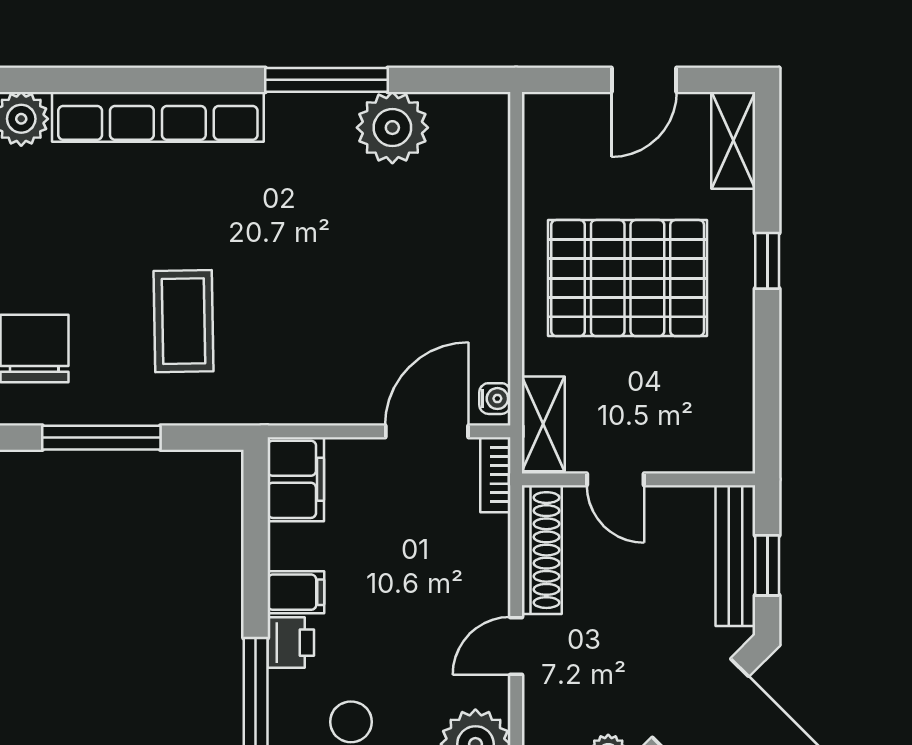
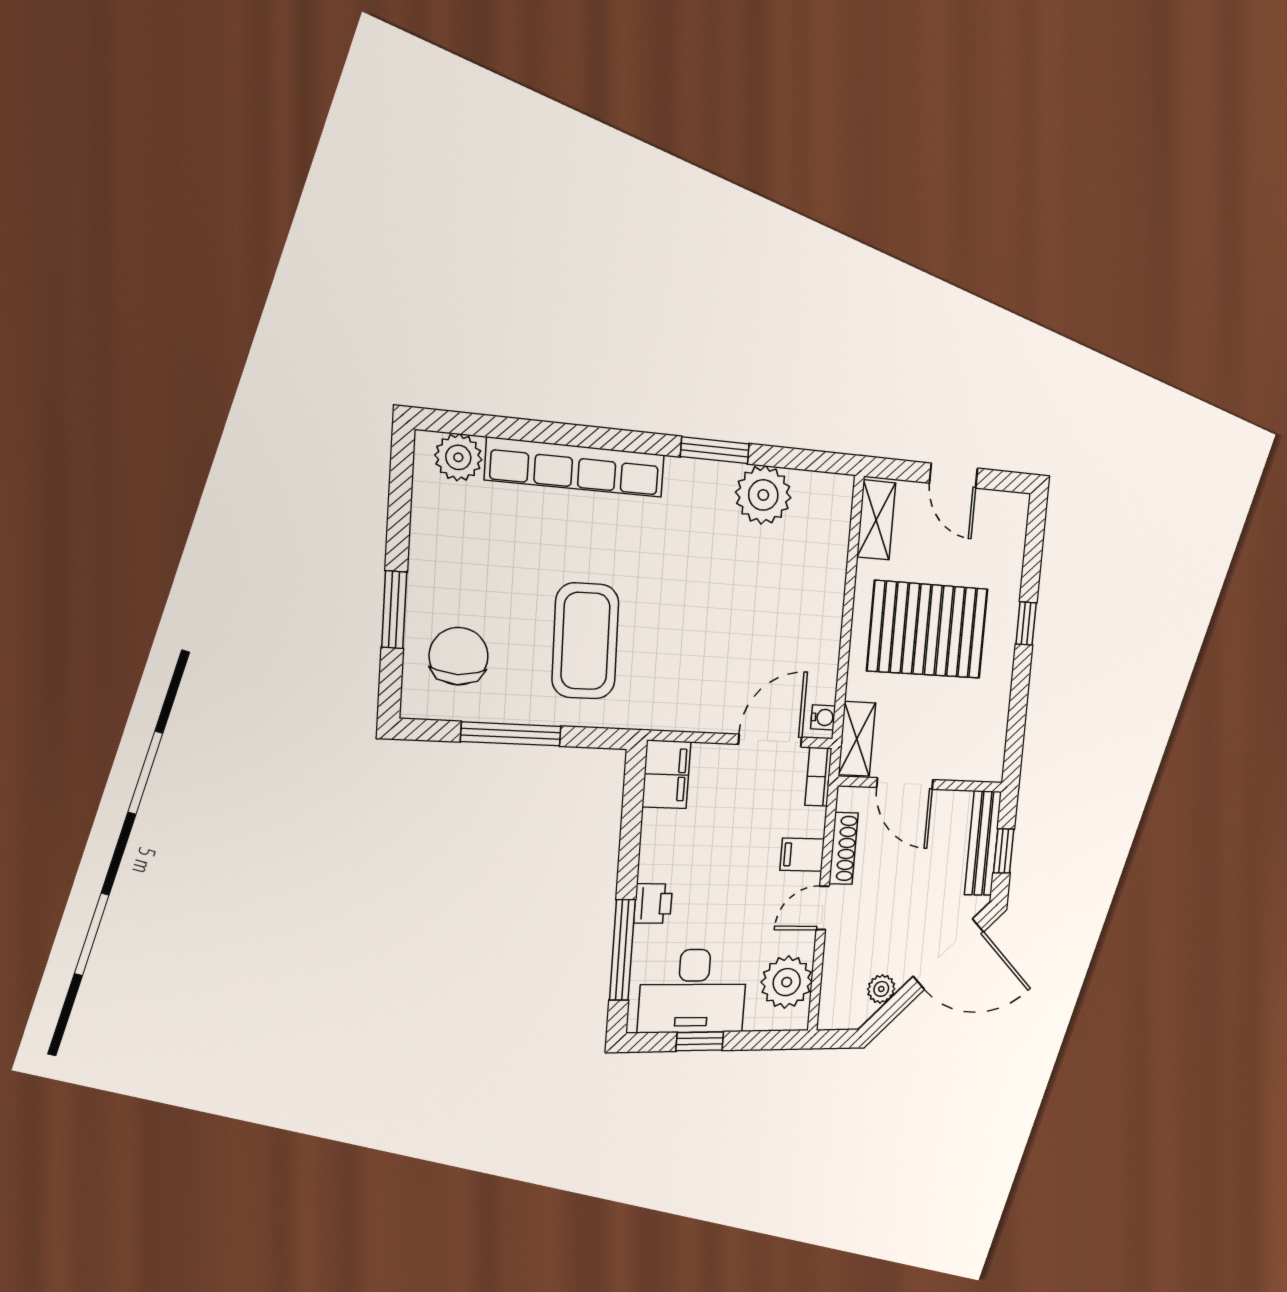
window: (327, 80) -> (715, 450), width x0.69
door: (644, 80) -> (954, 476), hinge flipped
shelving: (733, 140) -> (876, 520), moved
coffee table: (184, 321) -> (585, 641), width x1.36, depth x1.32
door: (615, 479) -> (905, 784), width x1.38
shoe rack: (542, 550) -> (844, 848), width x0.74, depth x0.81
filing cabinet: (296, 592) -> (802, 855), moved, turned 180

